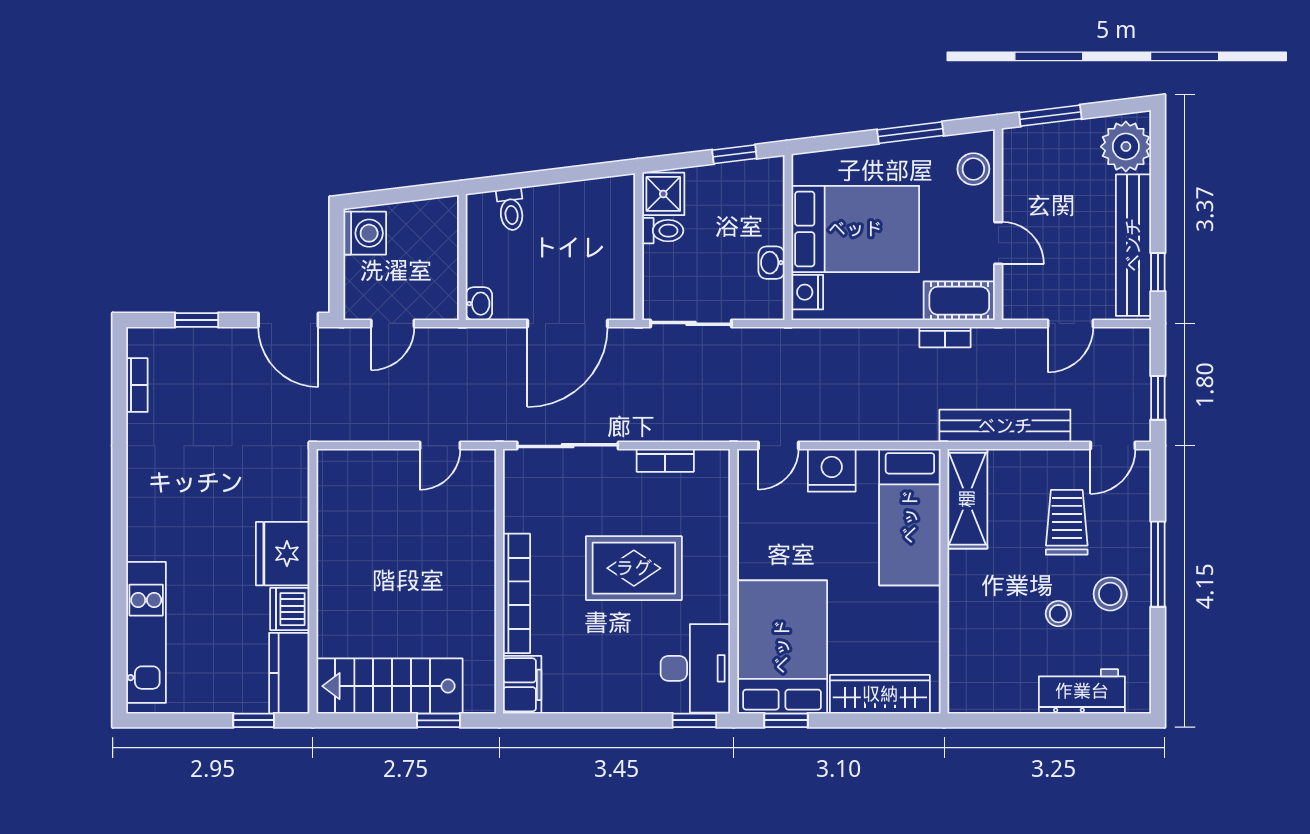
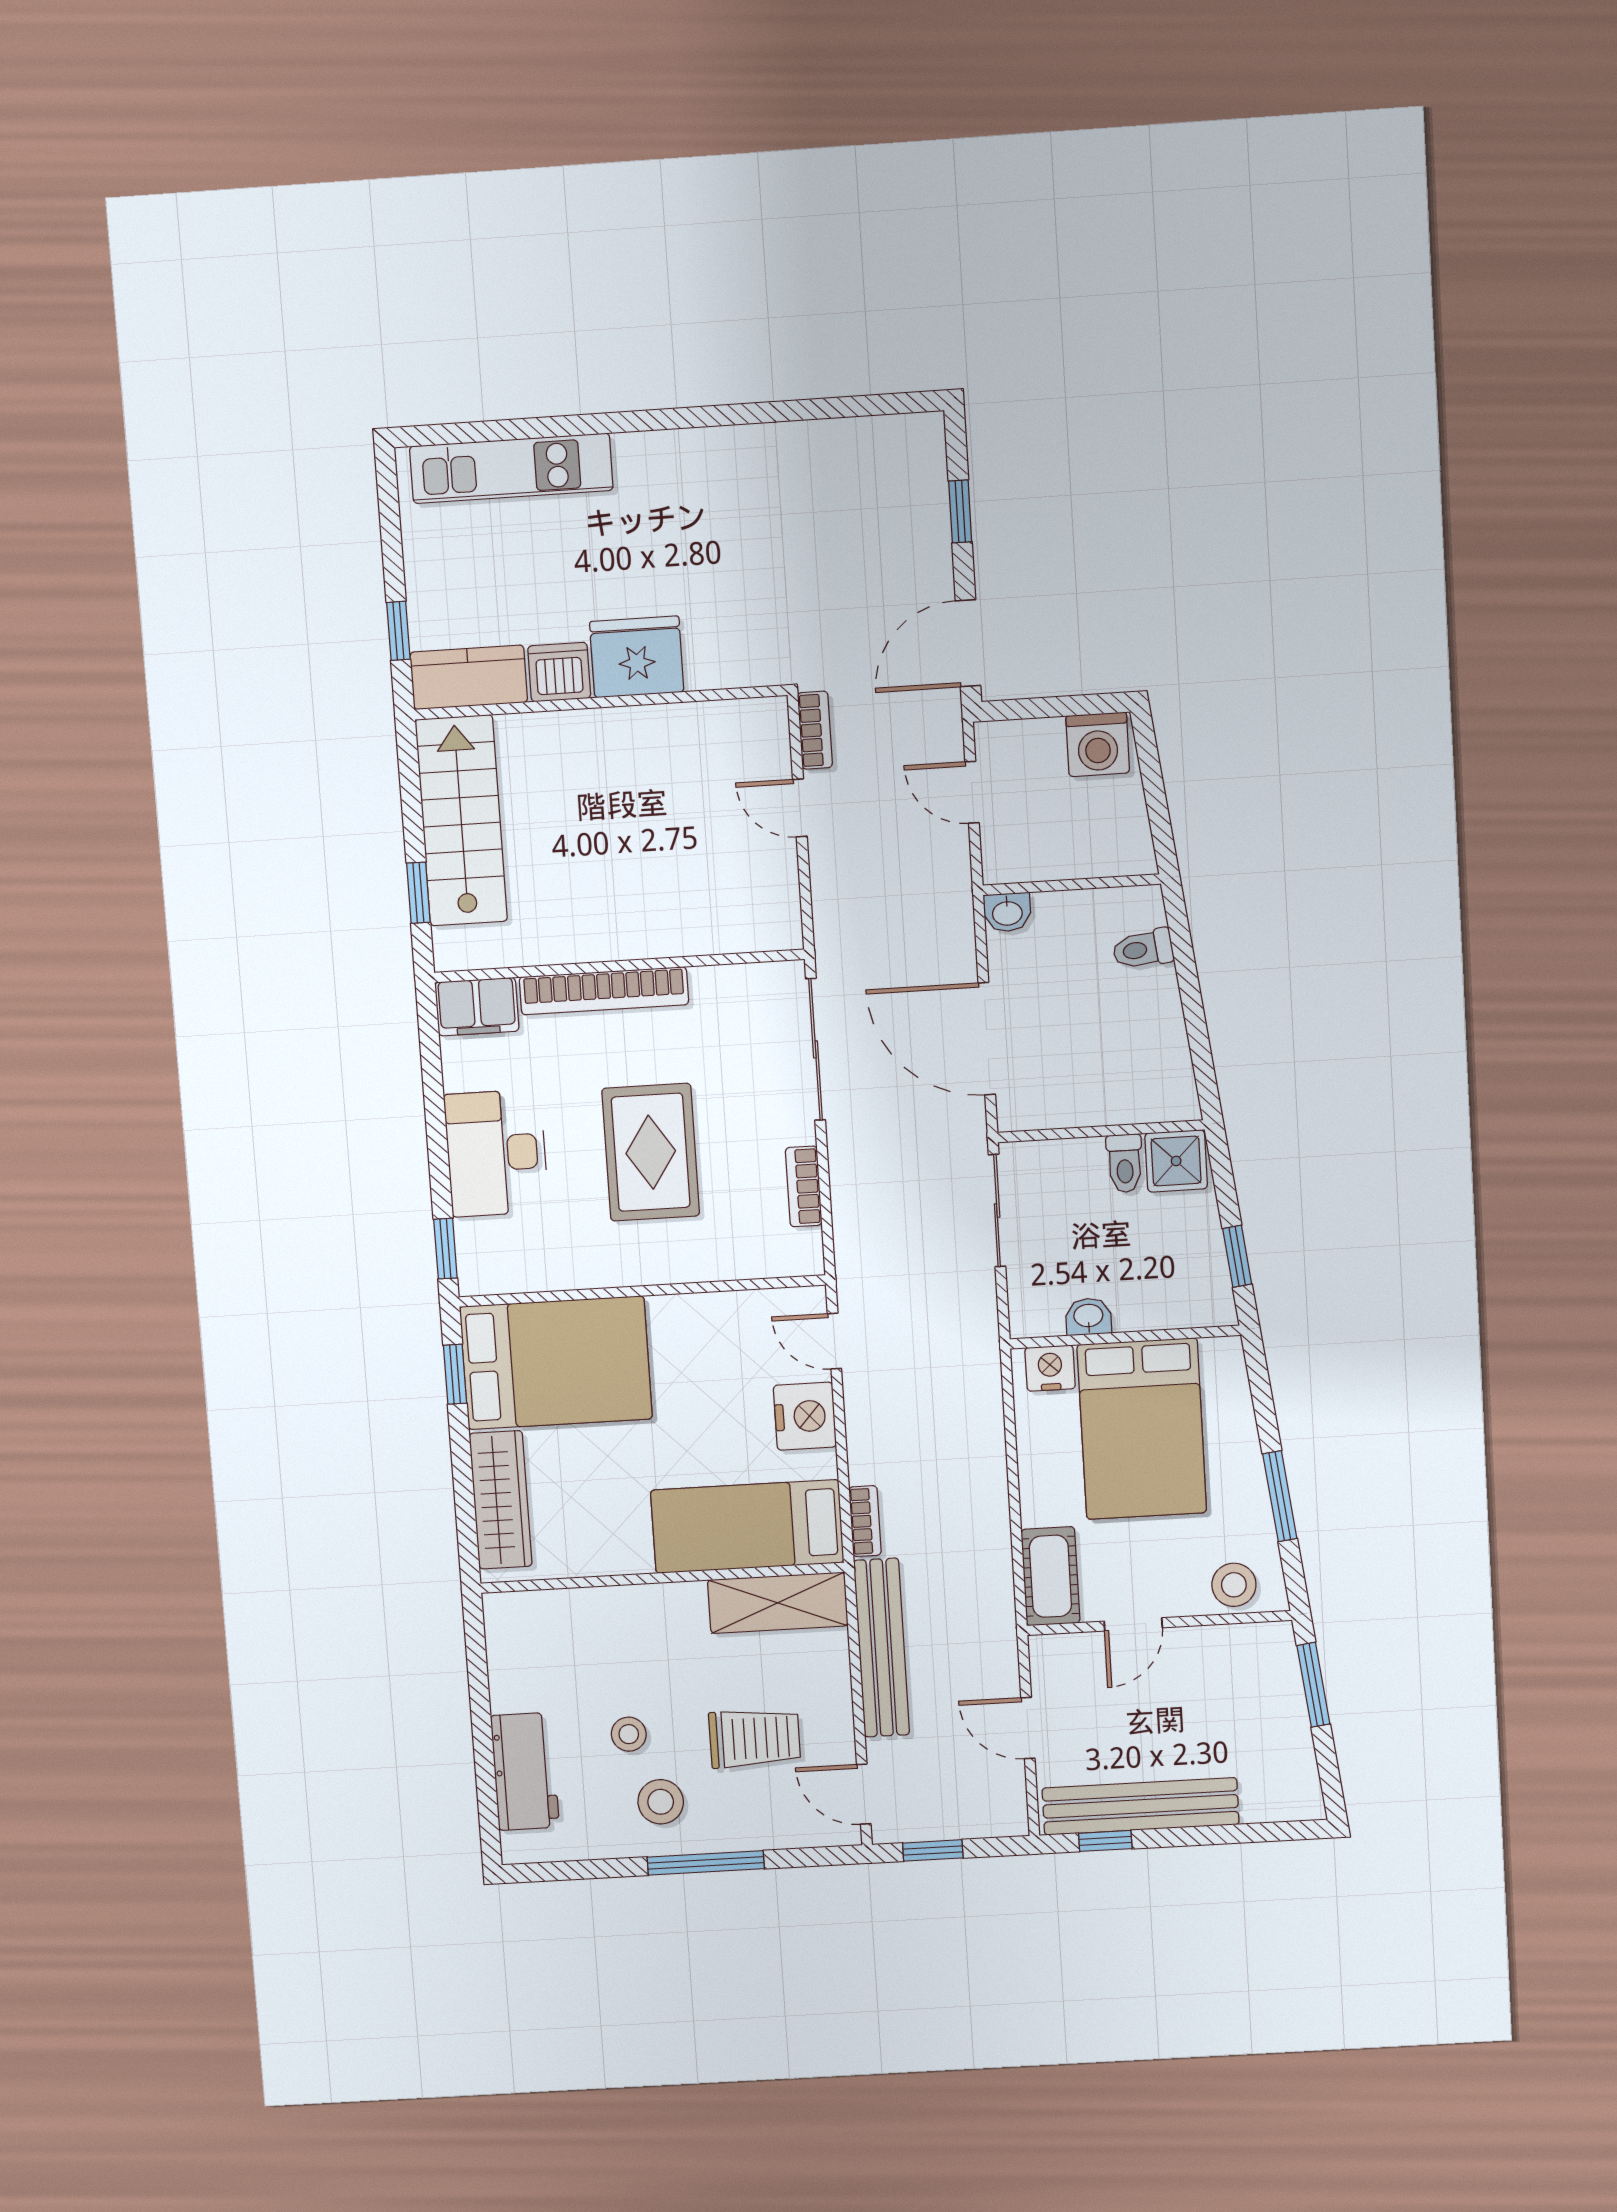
plant: (1126, 147) -> (1276, 1789), removed
bookcase: (945, 337) -> (865, 1521), moved, turned 180
bookcase: (137, 385) -> (815, 730), moved, turned -90
door: (440, 446) -> (800, 808), moved
desk: (695, 668) -> (496, 1153), moved, turned 90

